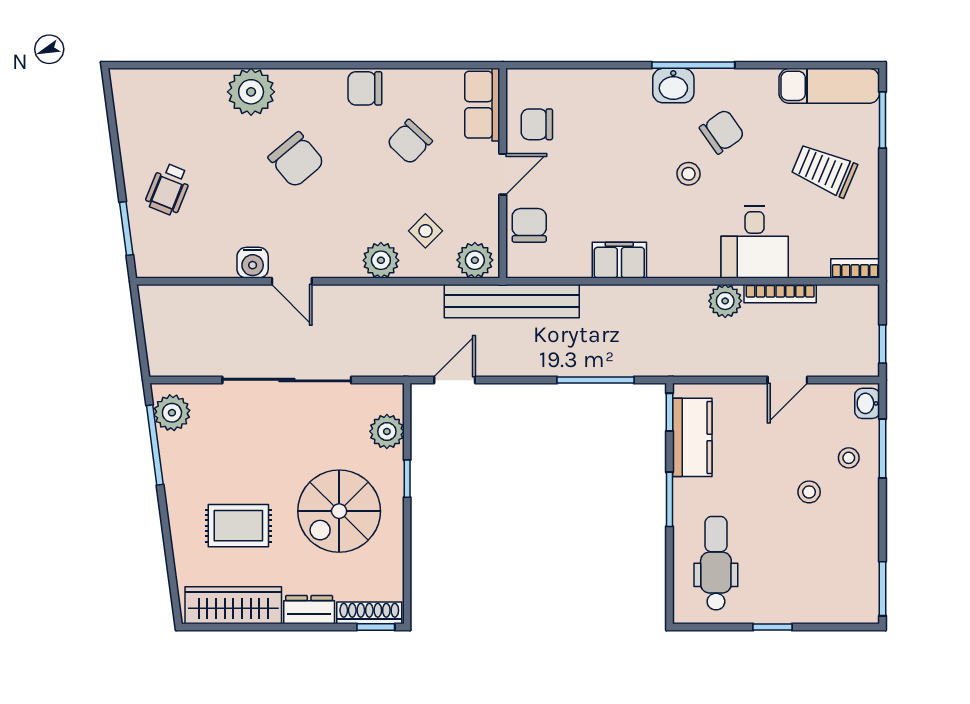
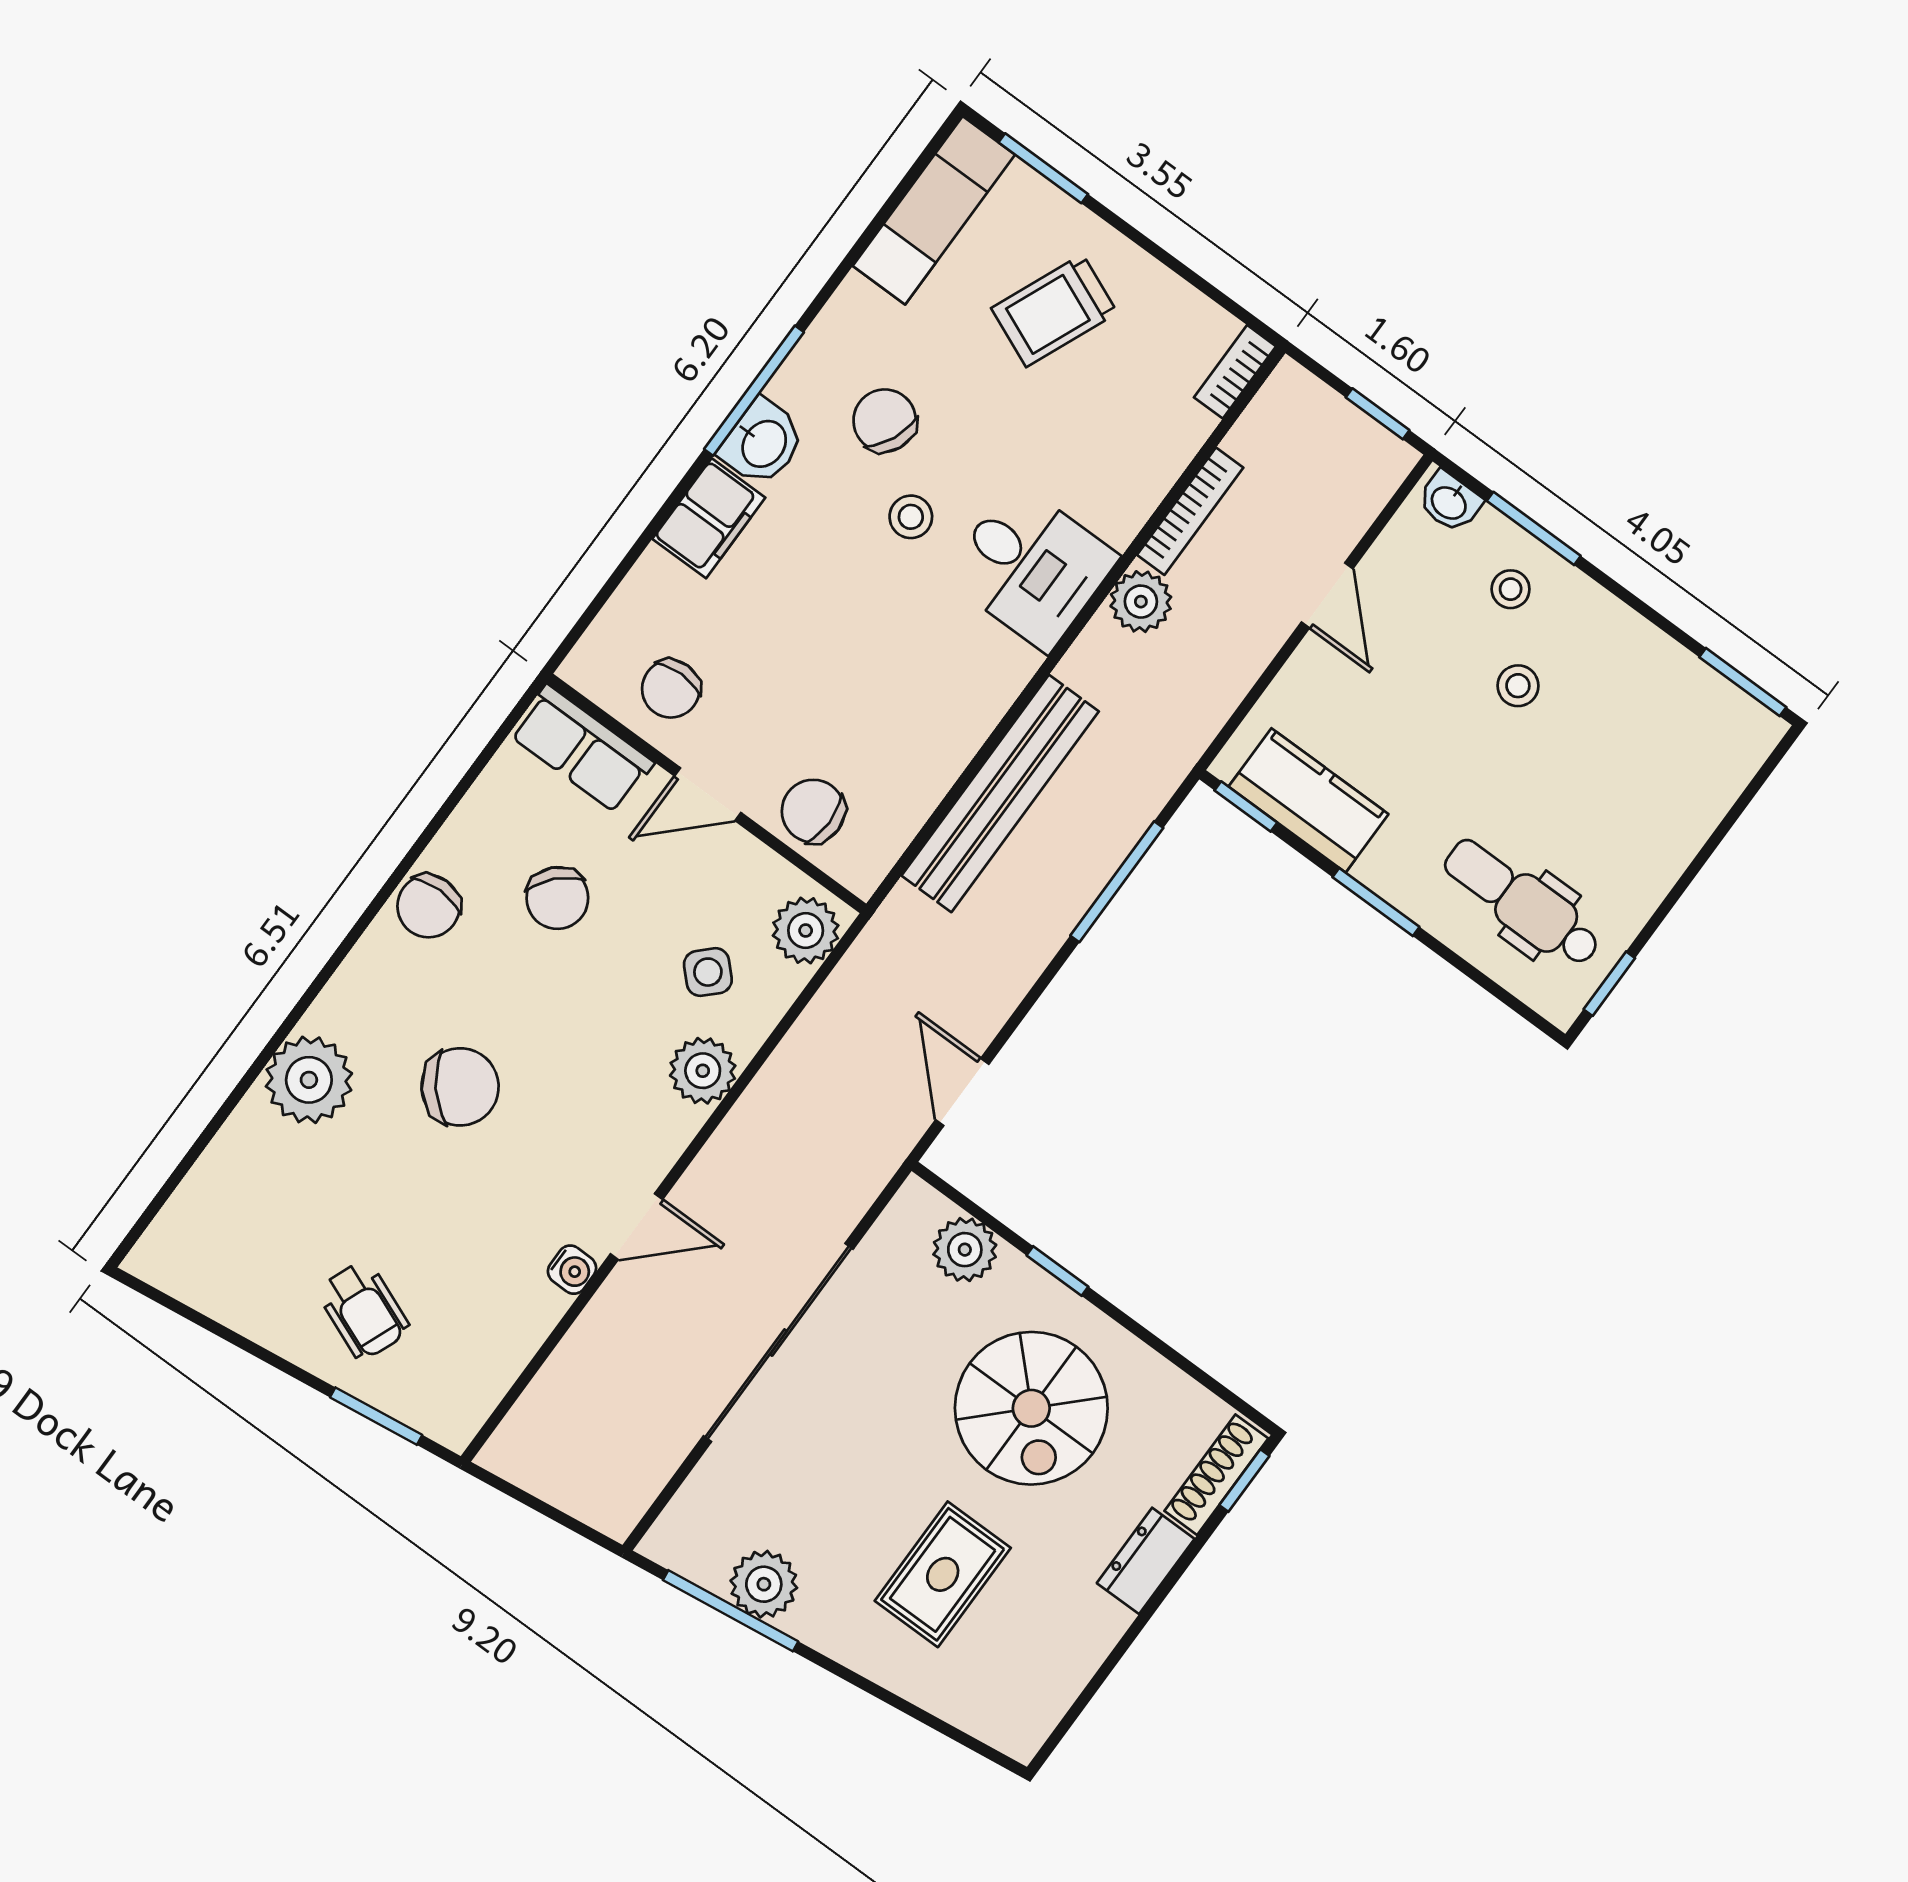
chair: (722, 132) -> (885, 421), turned -31
door: (503, 174) -> (708, 794), swing flipped
desk: (755, 242) -> (1031, 567), moved
filing cabinet: (619, 260) -> (709, 518), moved, turned 180
water cooler: (253, 263) -> (572, 1270), width x0.72, depth x0.72
bench: (512, 301) -> (1000, 794), moved
plant: (172, 413) -> (764, 1584), moved
wardrobe: (233, 605) -> (1056, 1669), removed
window: (772, 627) -> (1609, 984), moved

